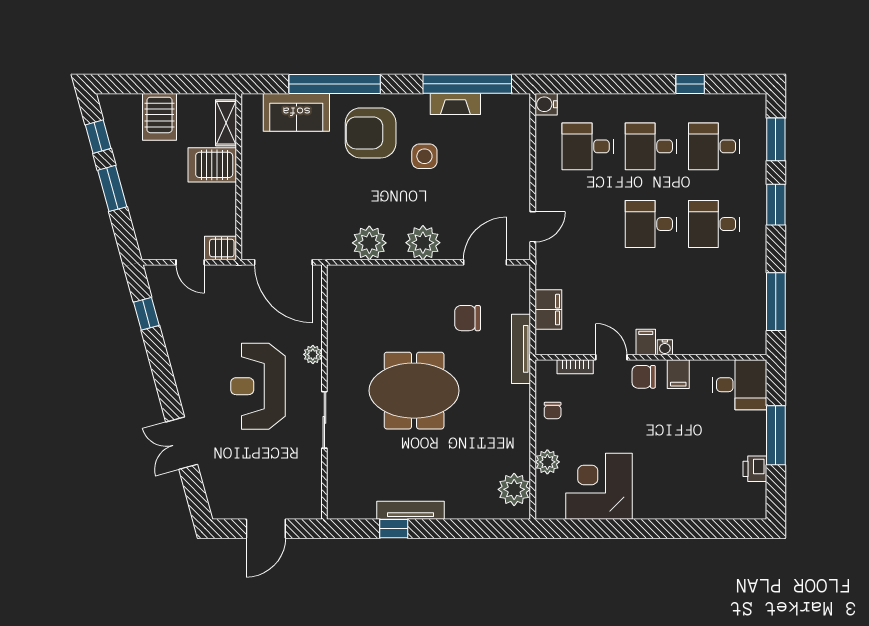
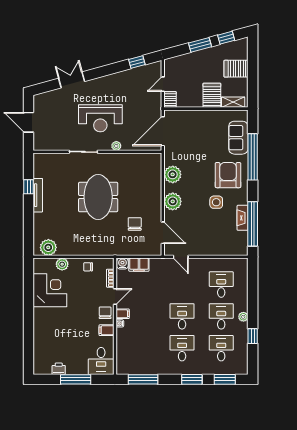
plant: (652, 103) -> (243, 317), added
water cooler: (546, 104) -> (122, 264), moved
tv unit: (521, 349) -> (119, 251), removed
reception desk: (258, 386) -> (100, 118), turned 180

